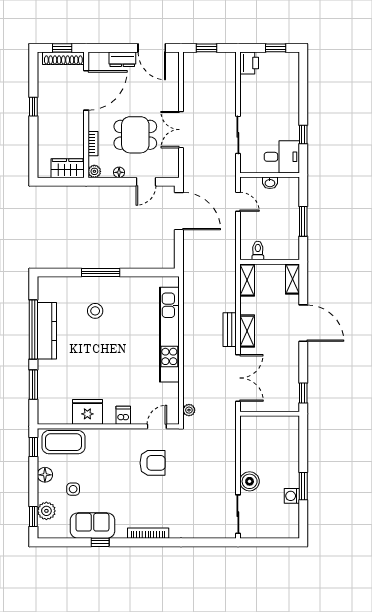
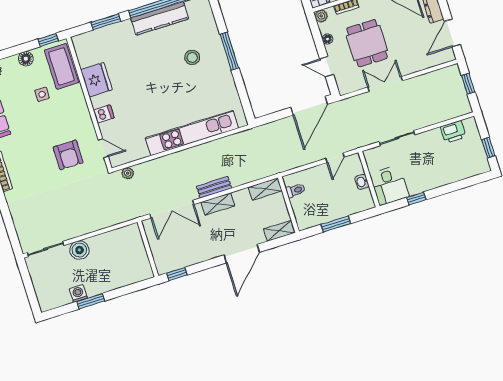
printer: (249, 63) -> (453, 132), moved
side table: (73, 489) -> (42, 94), moved

